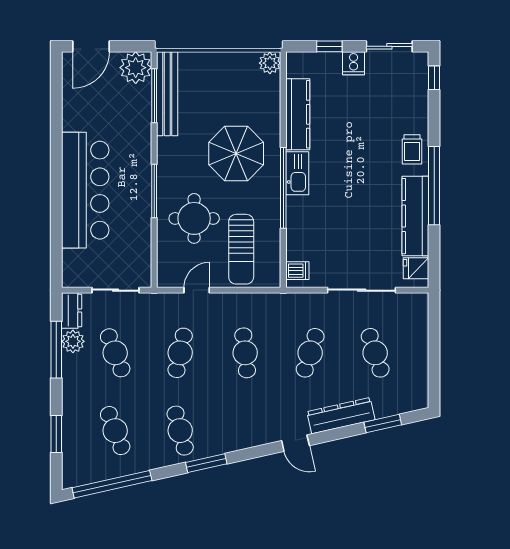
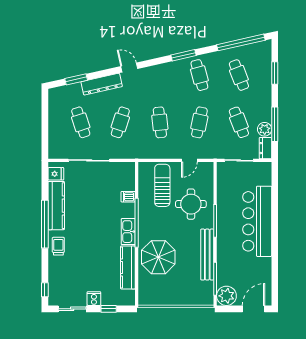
plant: (270, 63) -> (145, 299), removed
bench: (167, 94) -> (207, 255), moved
parasol: (236, 154) -> (158, 257), moved
dishwasher: (297, 271) -> (128, 197), moved

